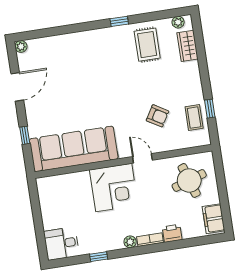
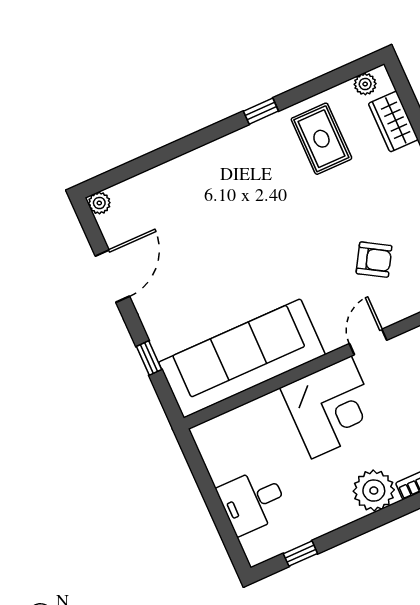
door: (142, 158) -> (368, 342), hinge flipped
plant: (130, 242) -> (374, 491), width x1.87, depth x1.87
desk: (62, 243) -> (253, 501), moved
window: (99, 257) -> (300, 554), moved

